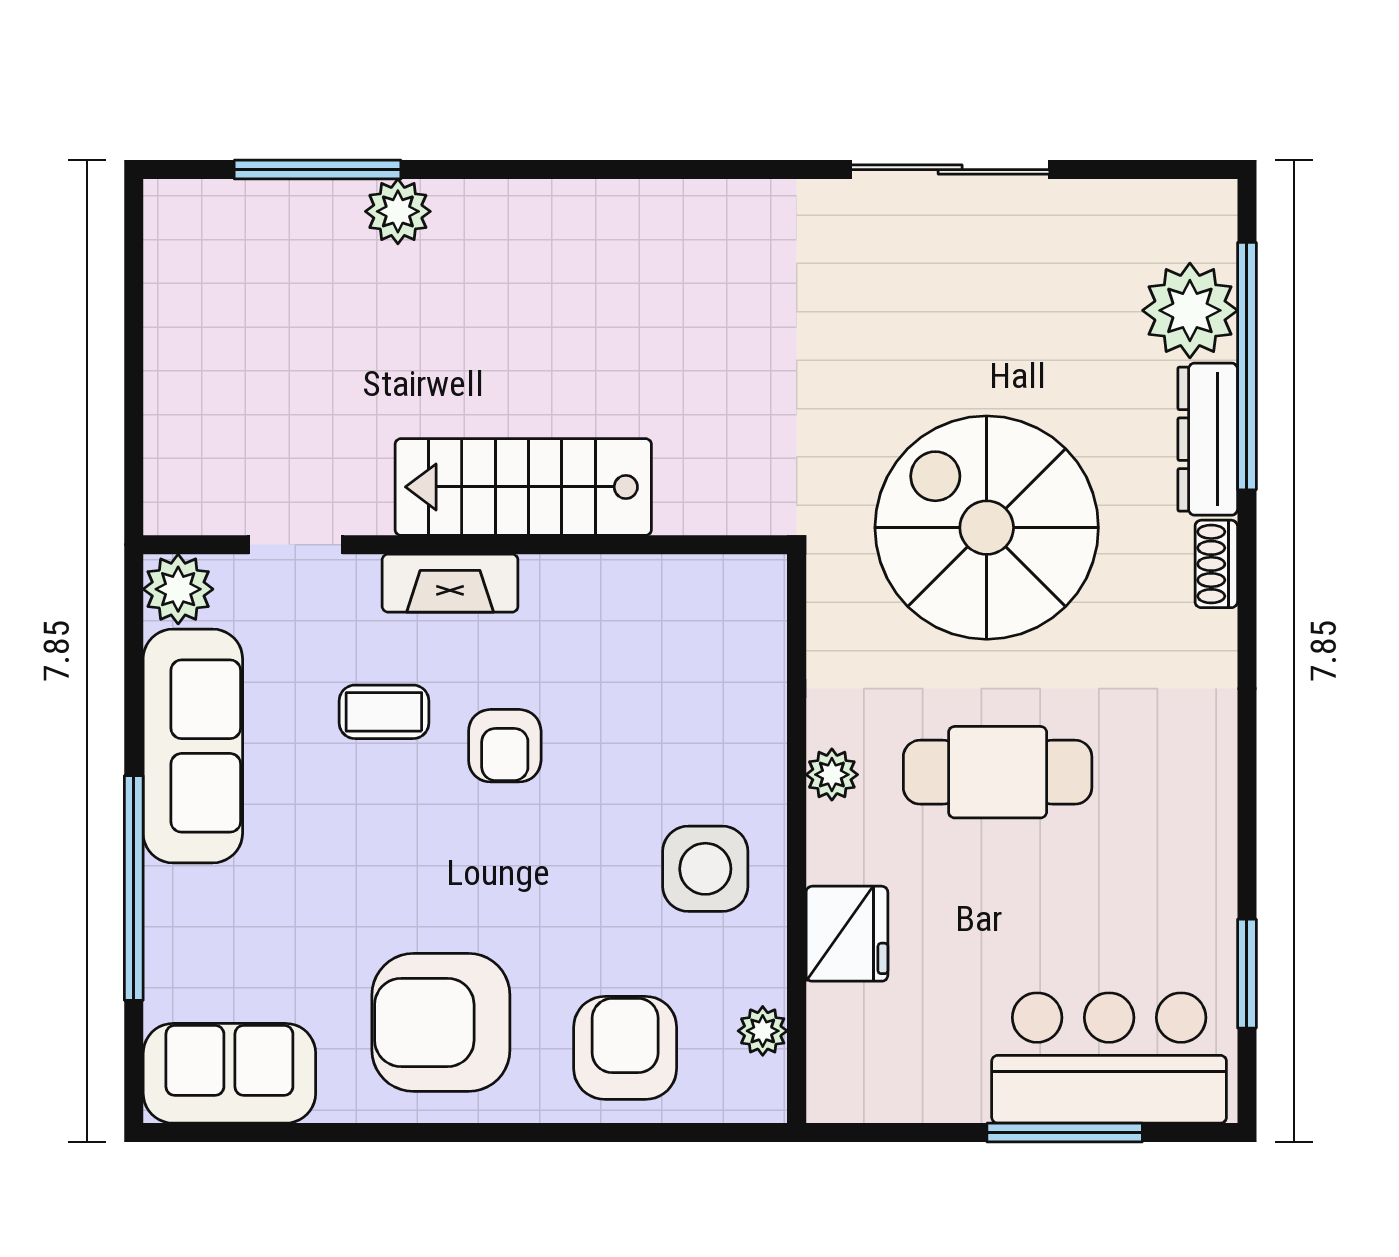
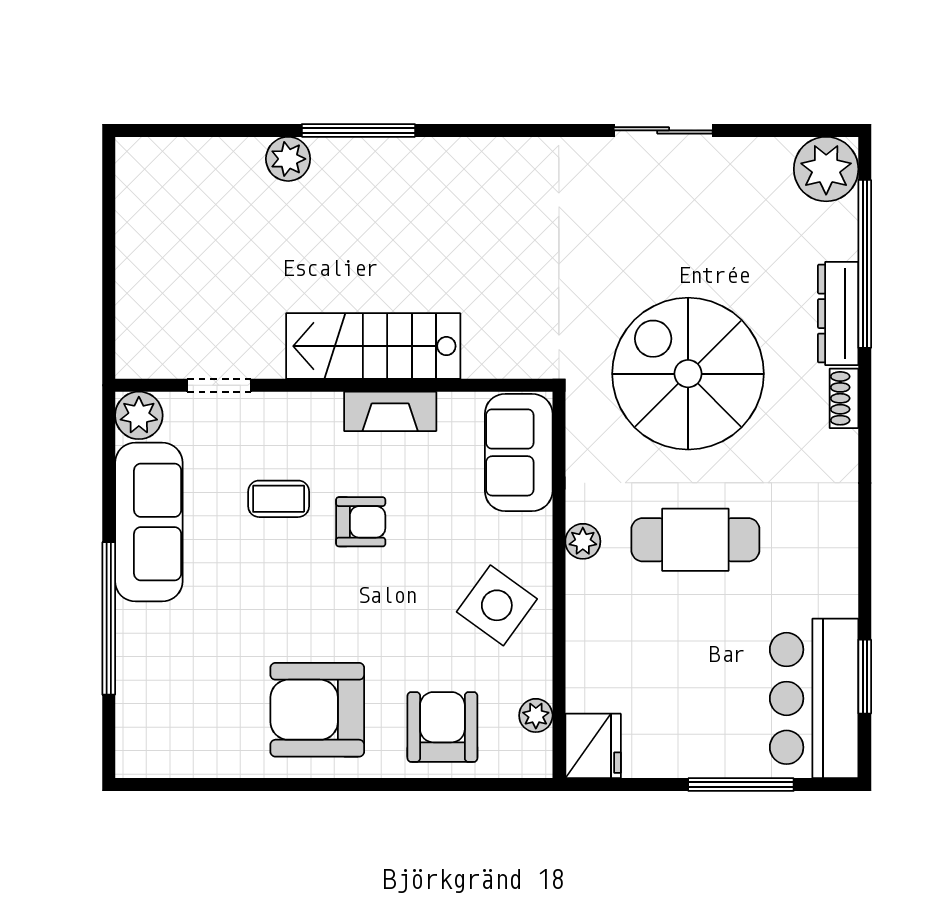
window: (318, 170) -> (358, 130), moved
sliding door: (950, 170) -> (663, 130), width x0.73
plant: (1190, 310) -> (826, 169), moved
fireplace: (450, 583) -> (390, 411), moved
armchair: (505, 746) -> (361, 522), turned -90
side table: (705, 869) -> (497, 605), turned 36
fridge: (847, 934) -> (593, 746), moved
bar counter: (1109, 1058) -> (814, 698), moved, turned -90
sofa: (229, 1073) -> (519, 452), moved, turned -90

